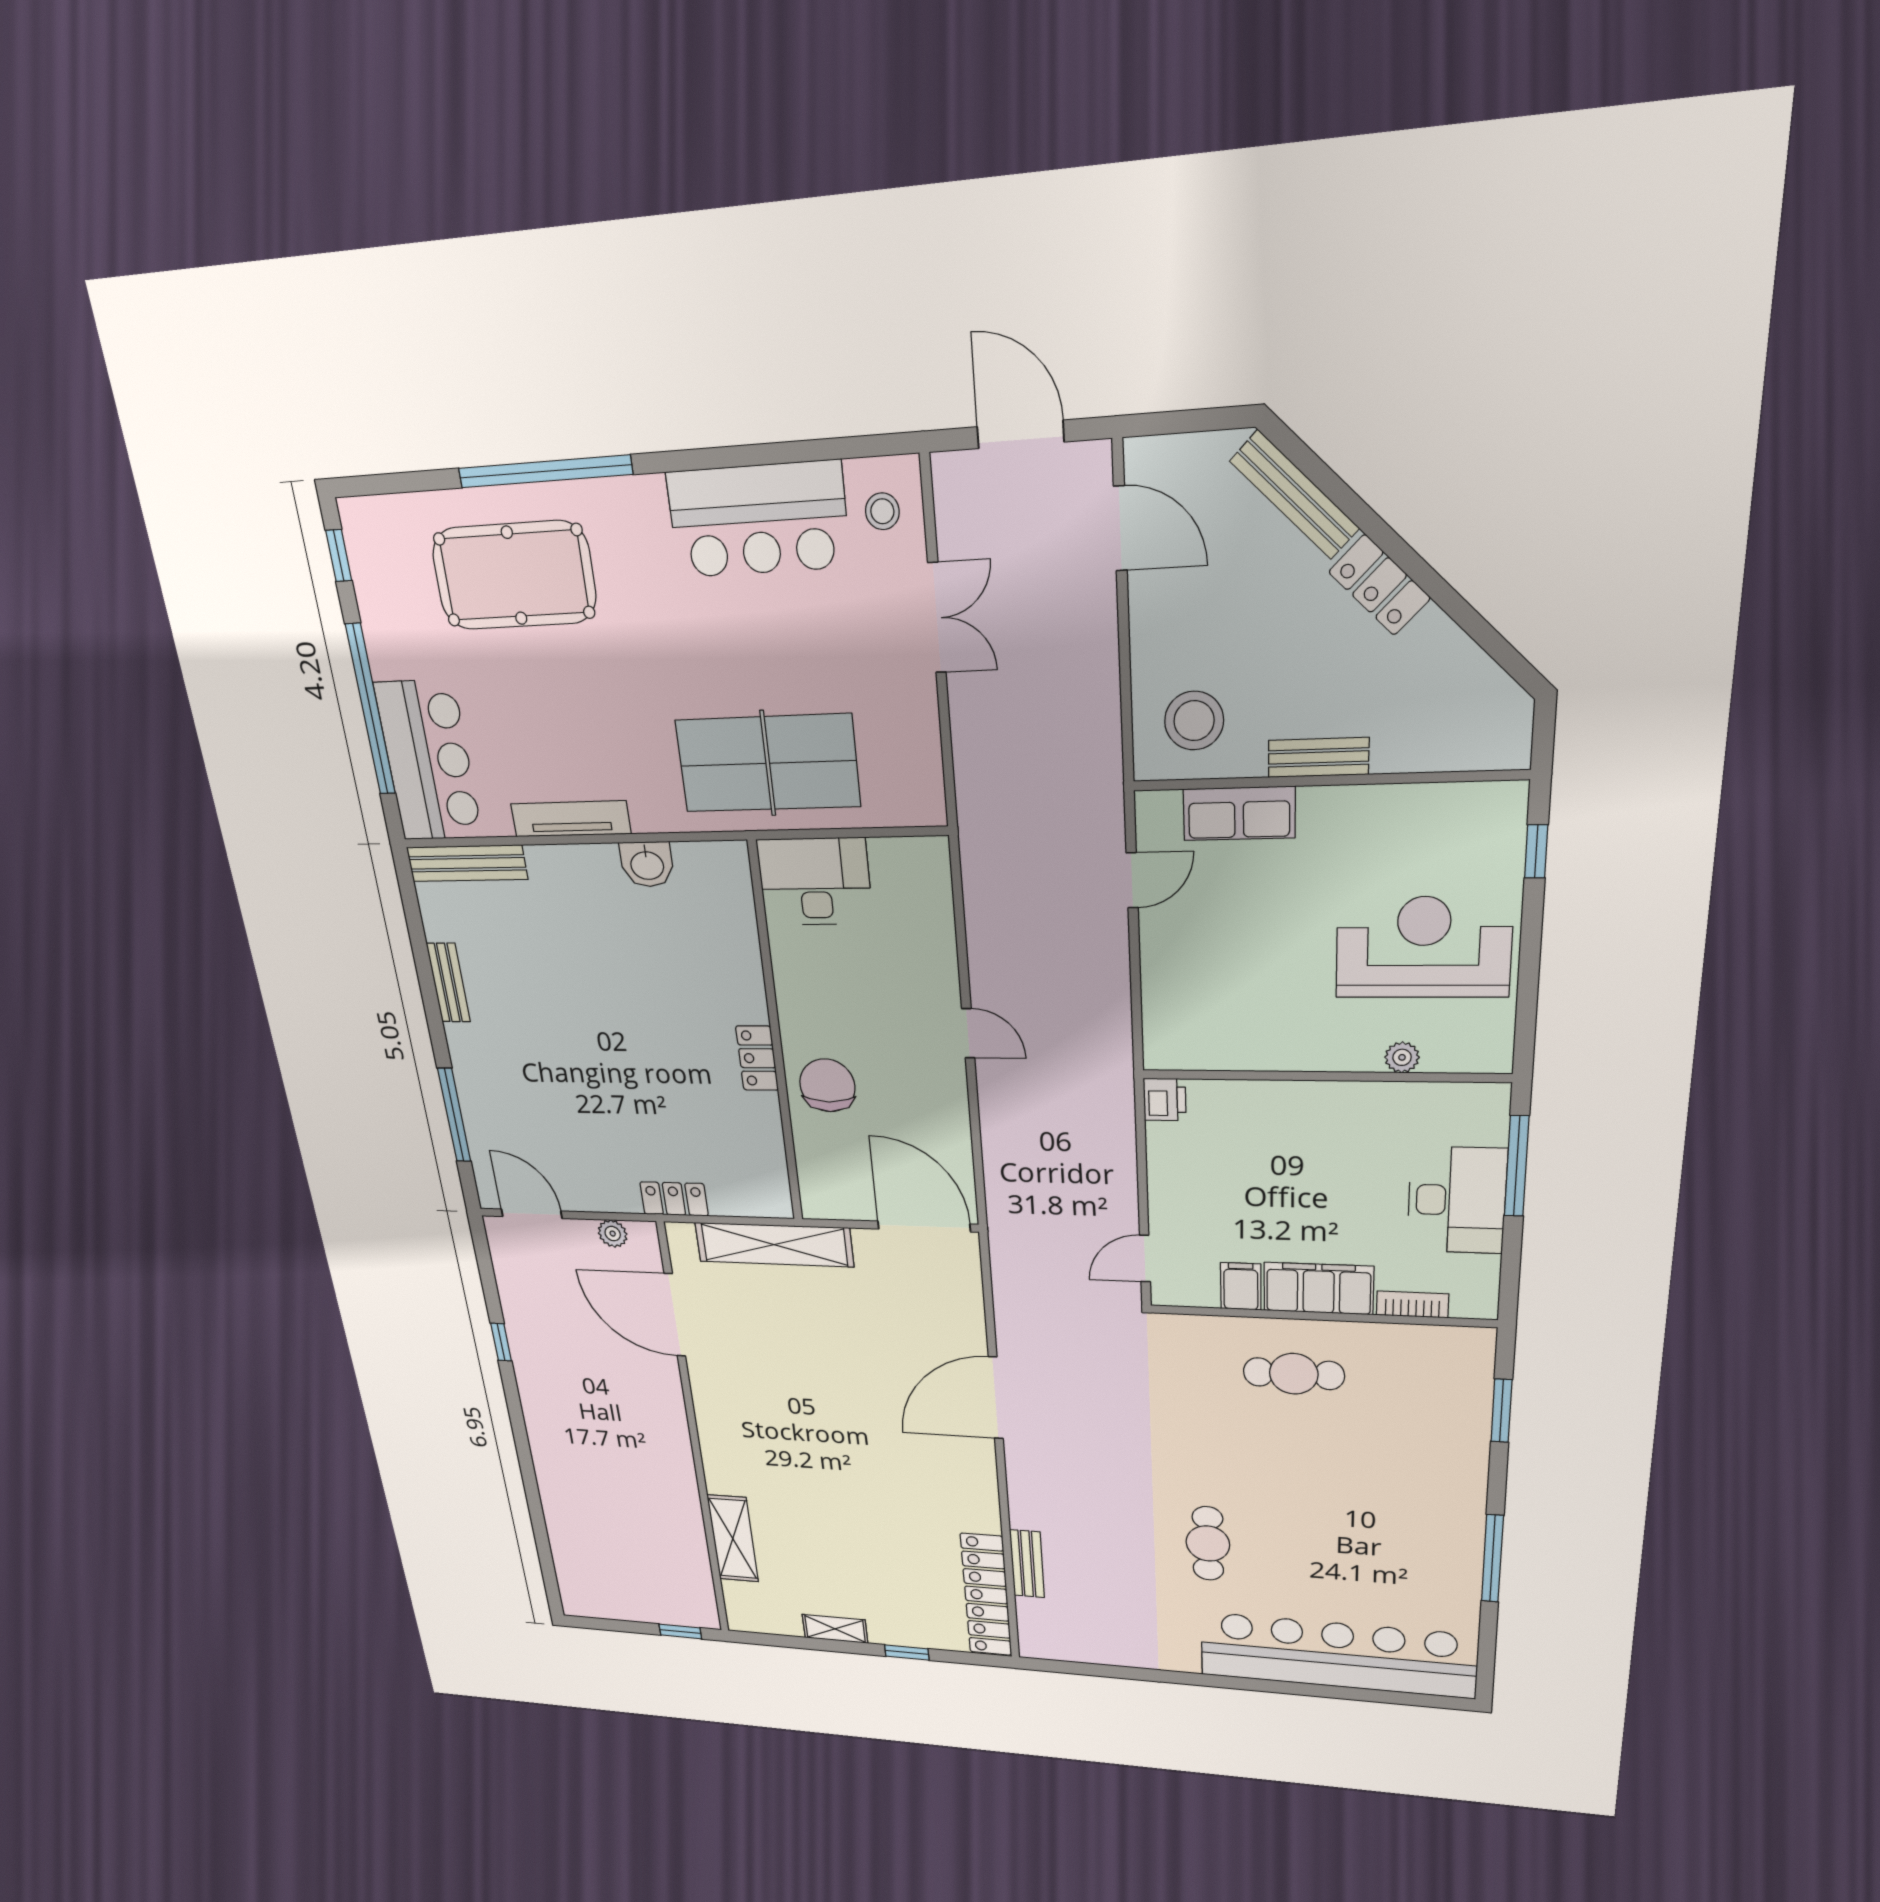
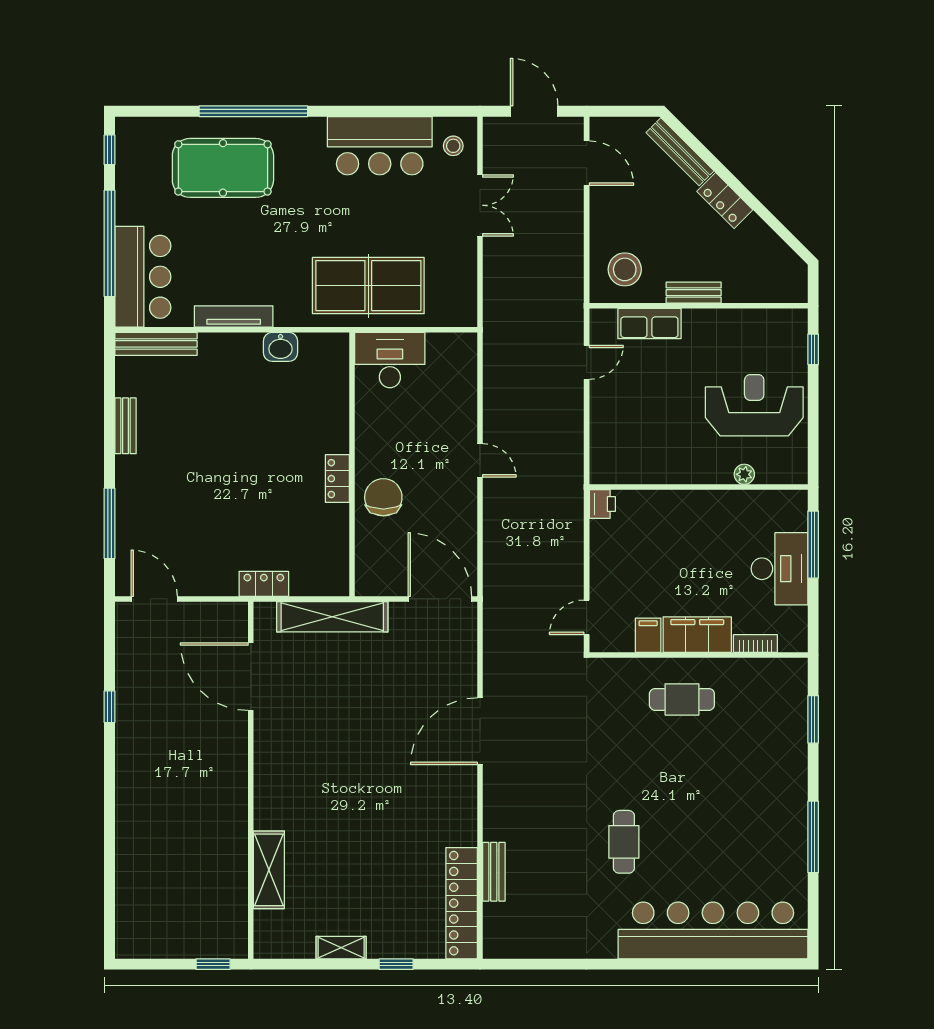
plant: (613, 1234) -> (214, 613), removed

